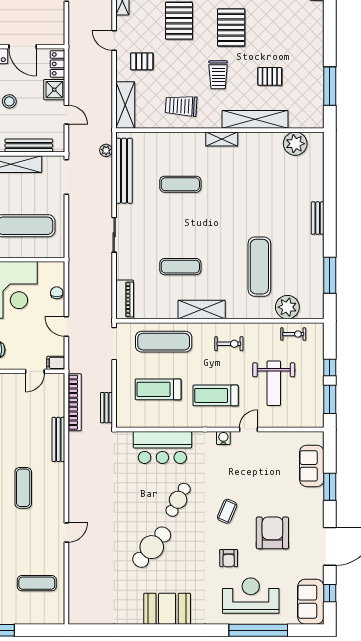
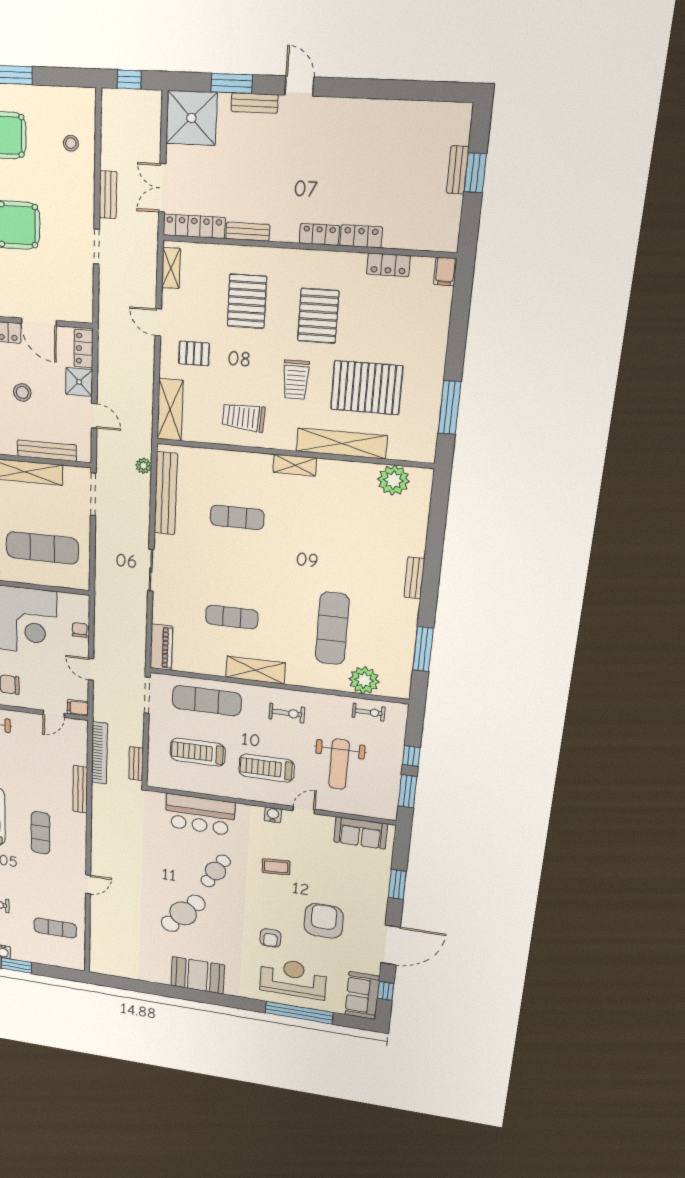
pallet: (270, 76) -> (367, 388), width x2.05, depth x2.00
sofa: (312, 466) -> (361, 833), moved, turned -90
coffee table: (227, 511) -> (276, 867), moved, turned 63

